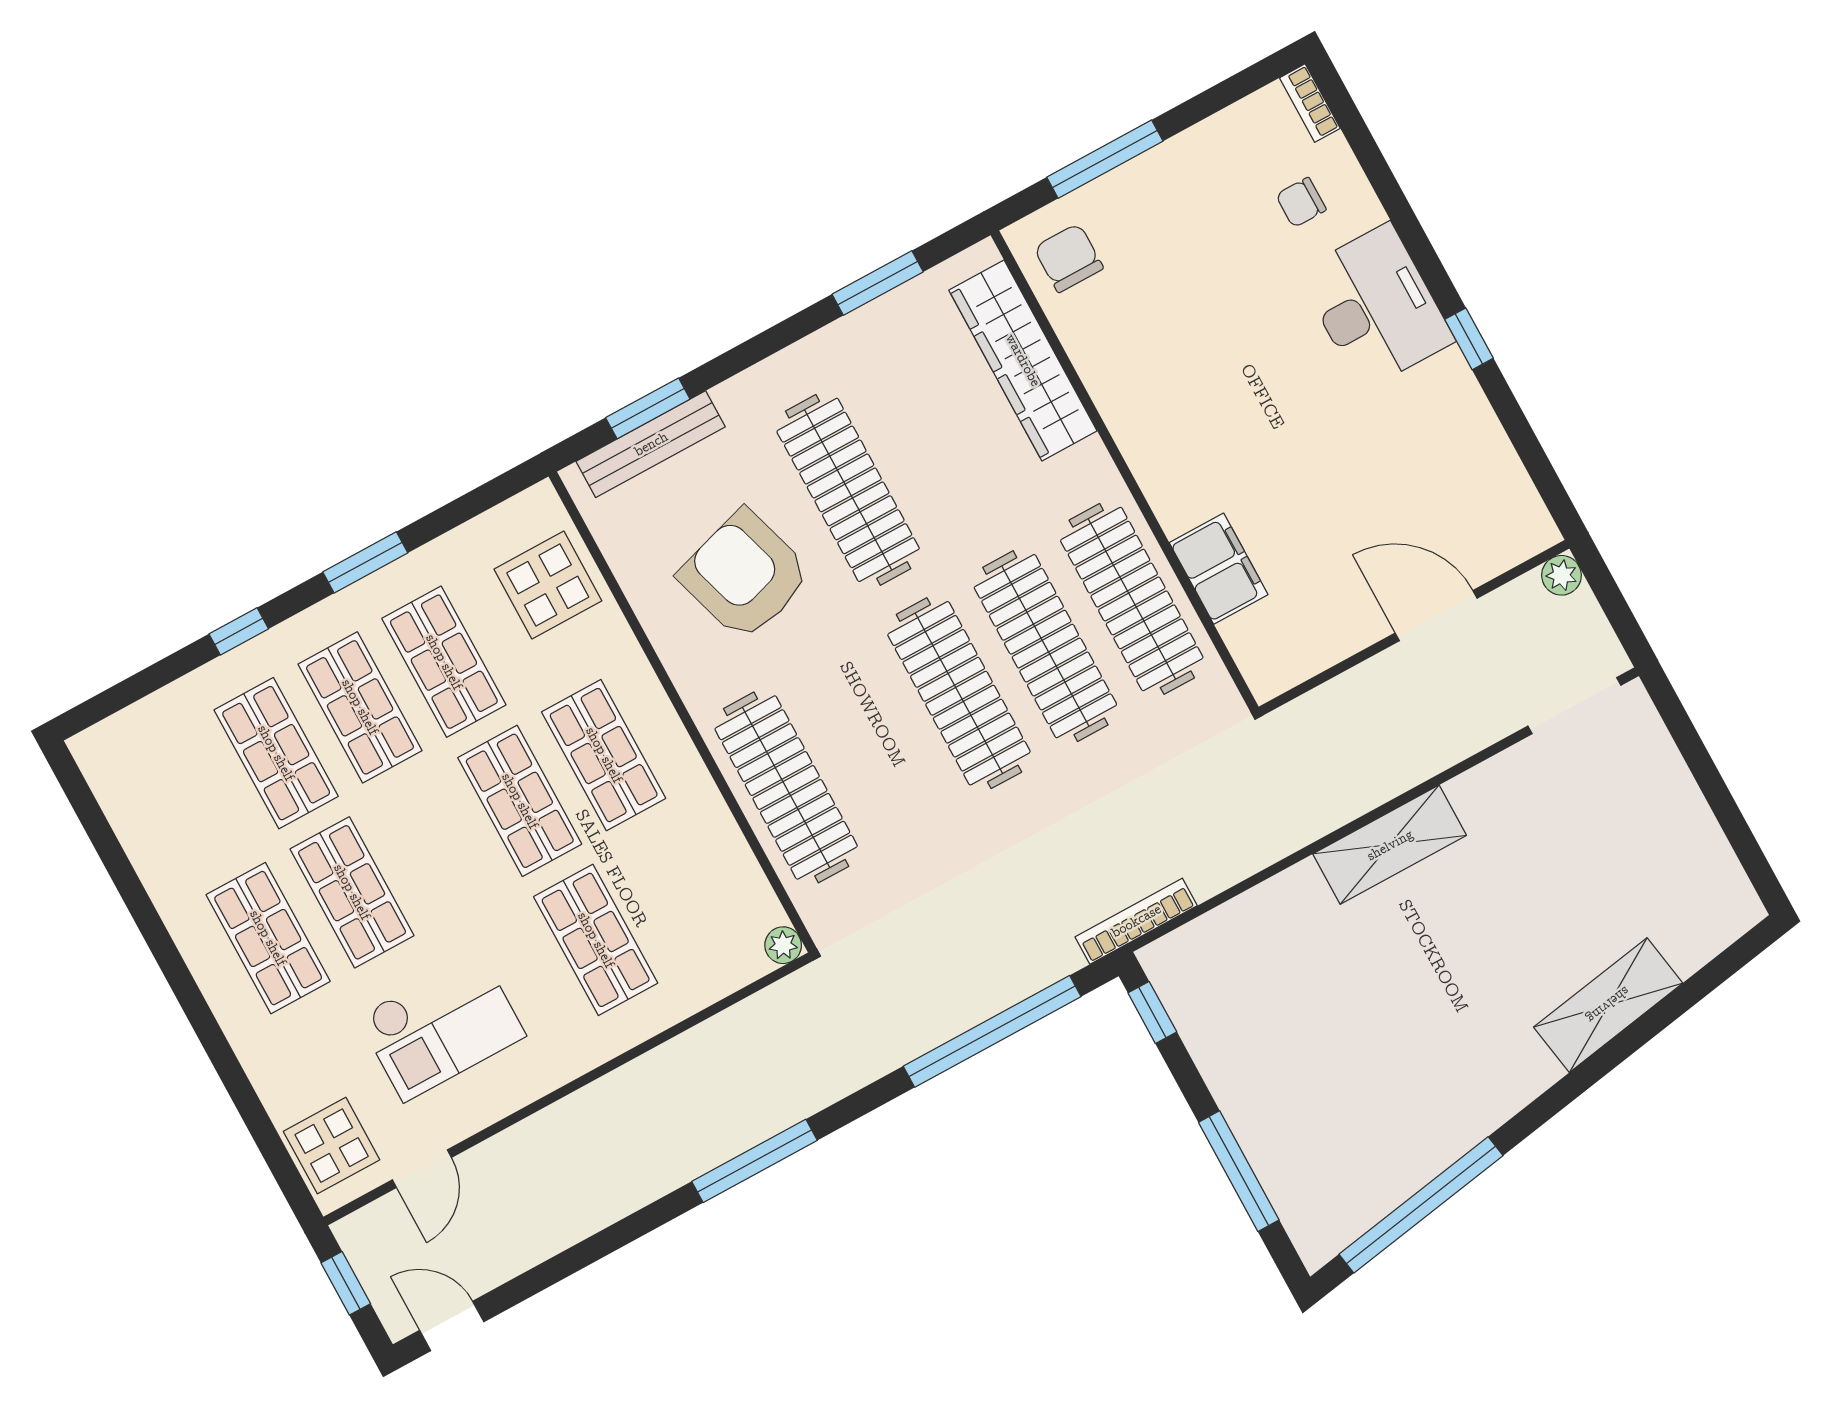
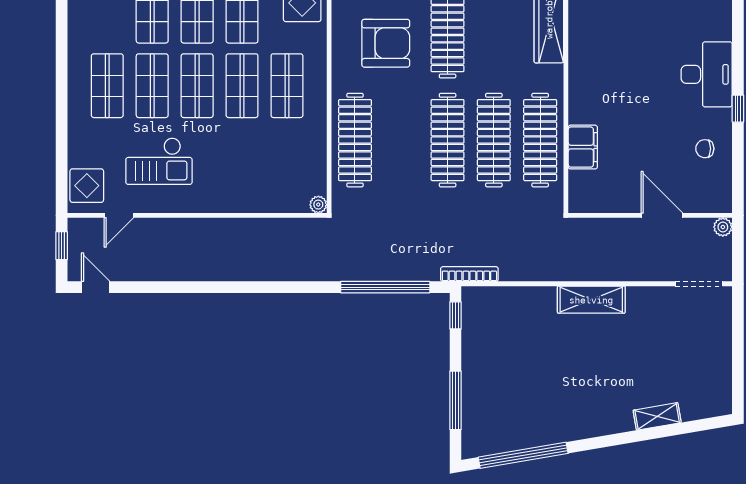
chair: (1301, 202) -> (705, 149), moved
armchair: (745, 575) -> (386, 43), turned 107
shop shelf: (596, 940) -> (197, 86), moved
shelving: (1608, 1005) -> (657, 416), width x0.67, depth x0.75
window: (754, 1161) -> (258, 287), removed

